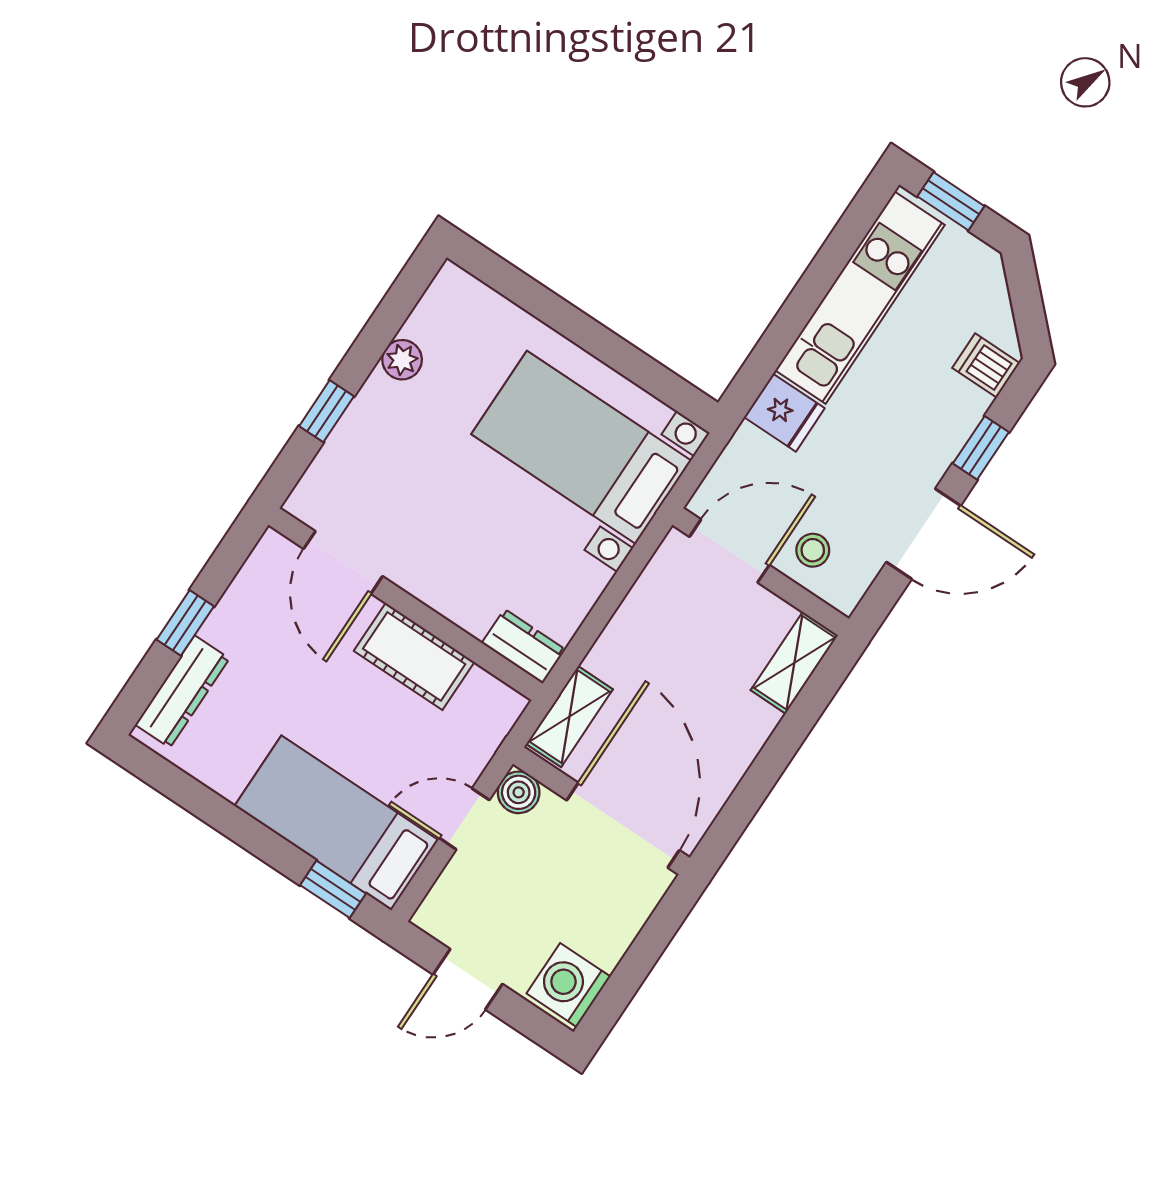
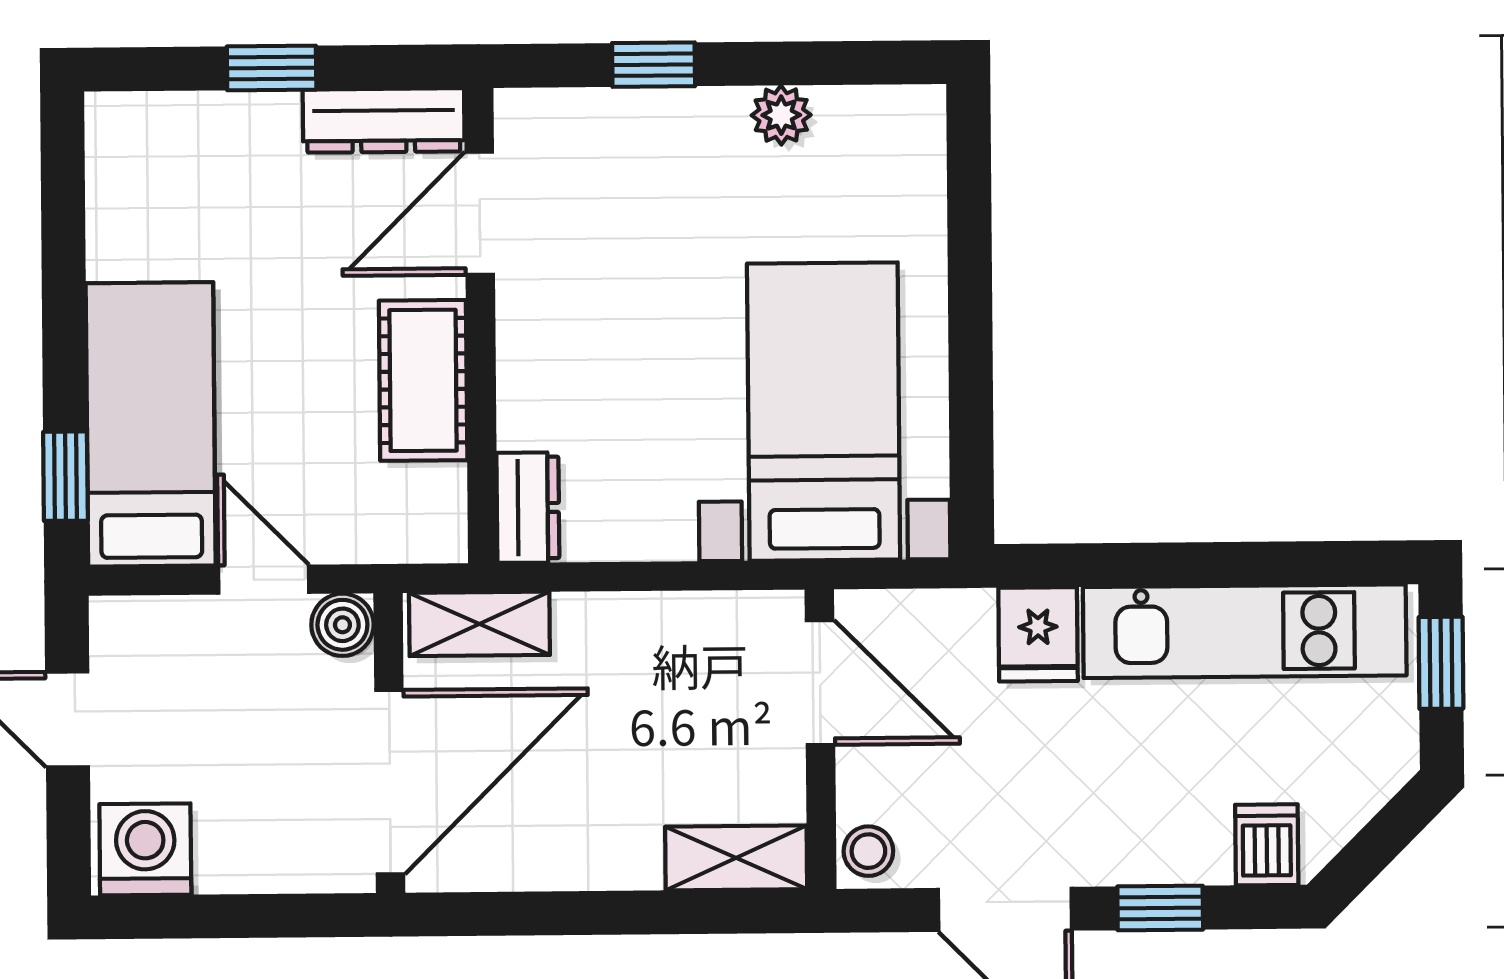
stool: (813, 550) -> (868, 851), moved
dresser: (182, 692) -> (384, 121), moved

